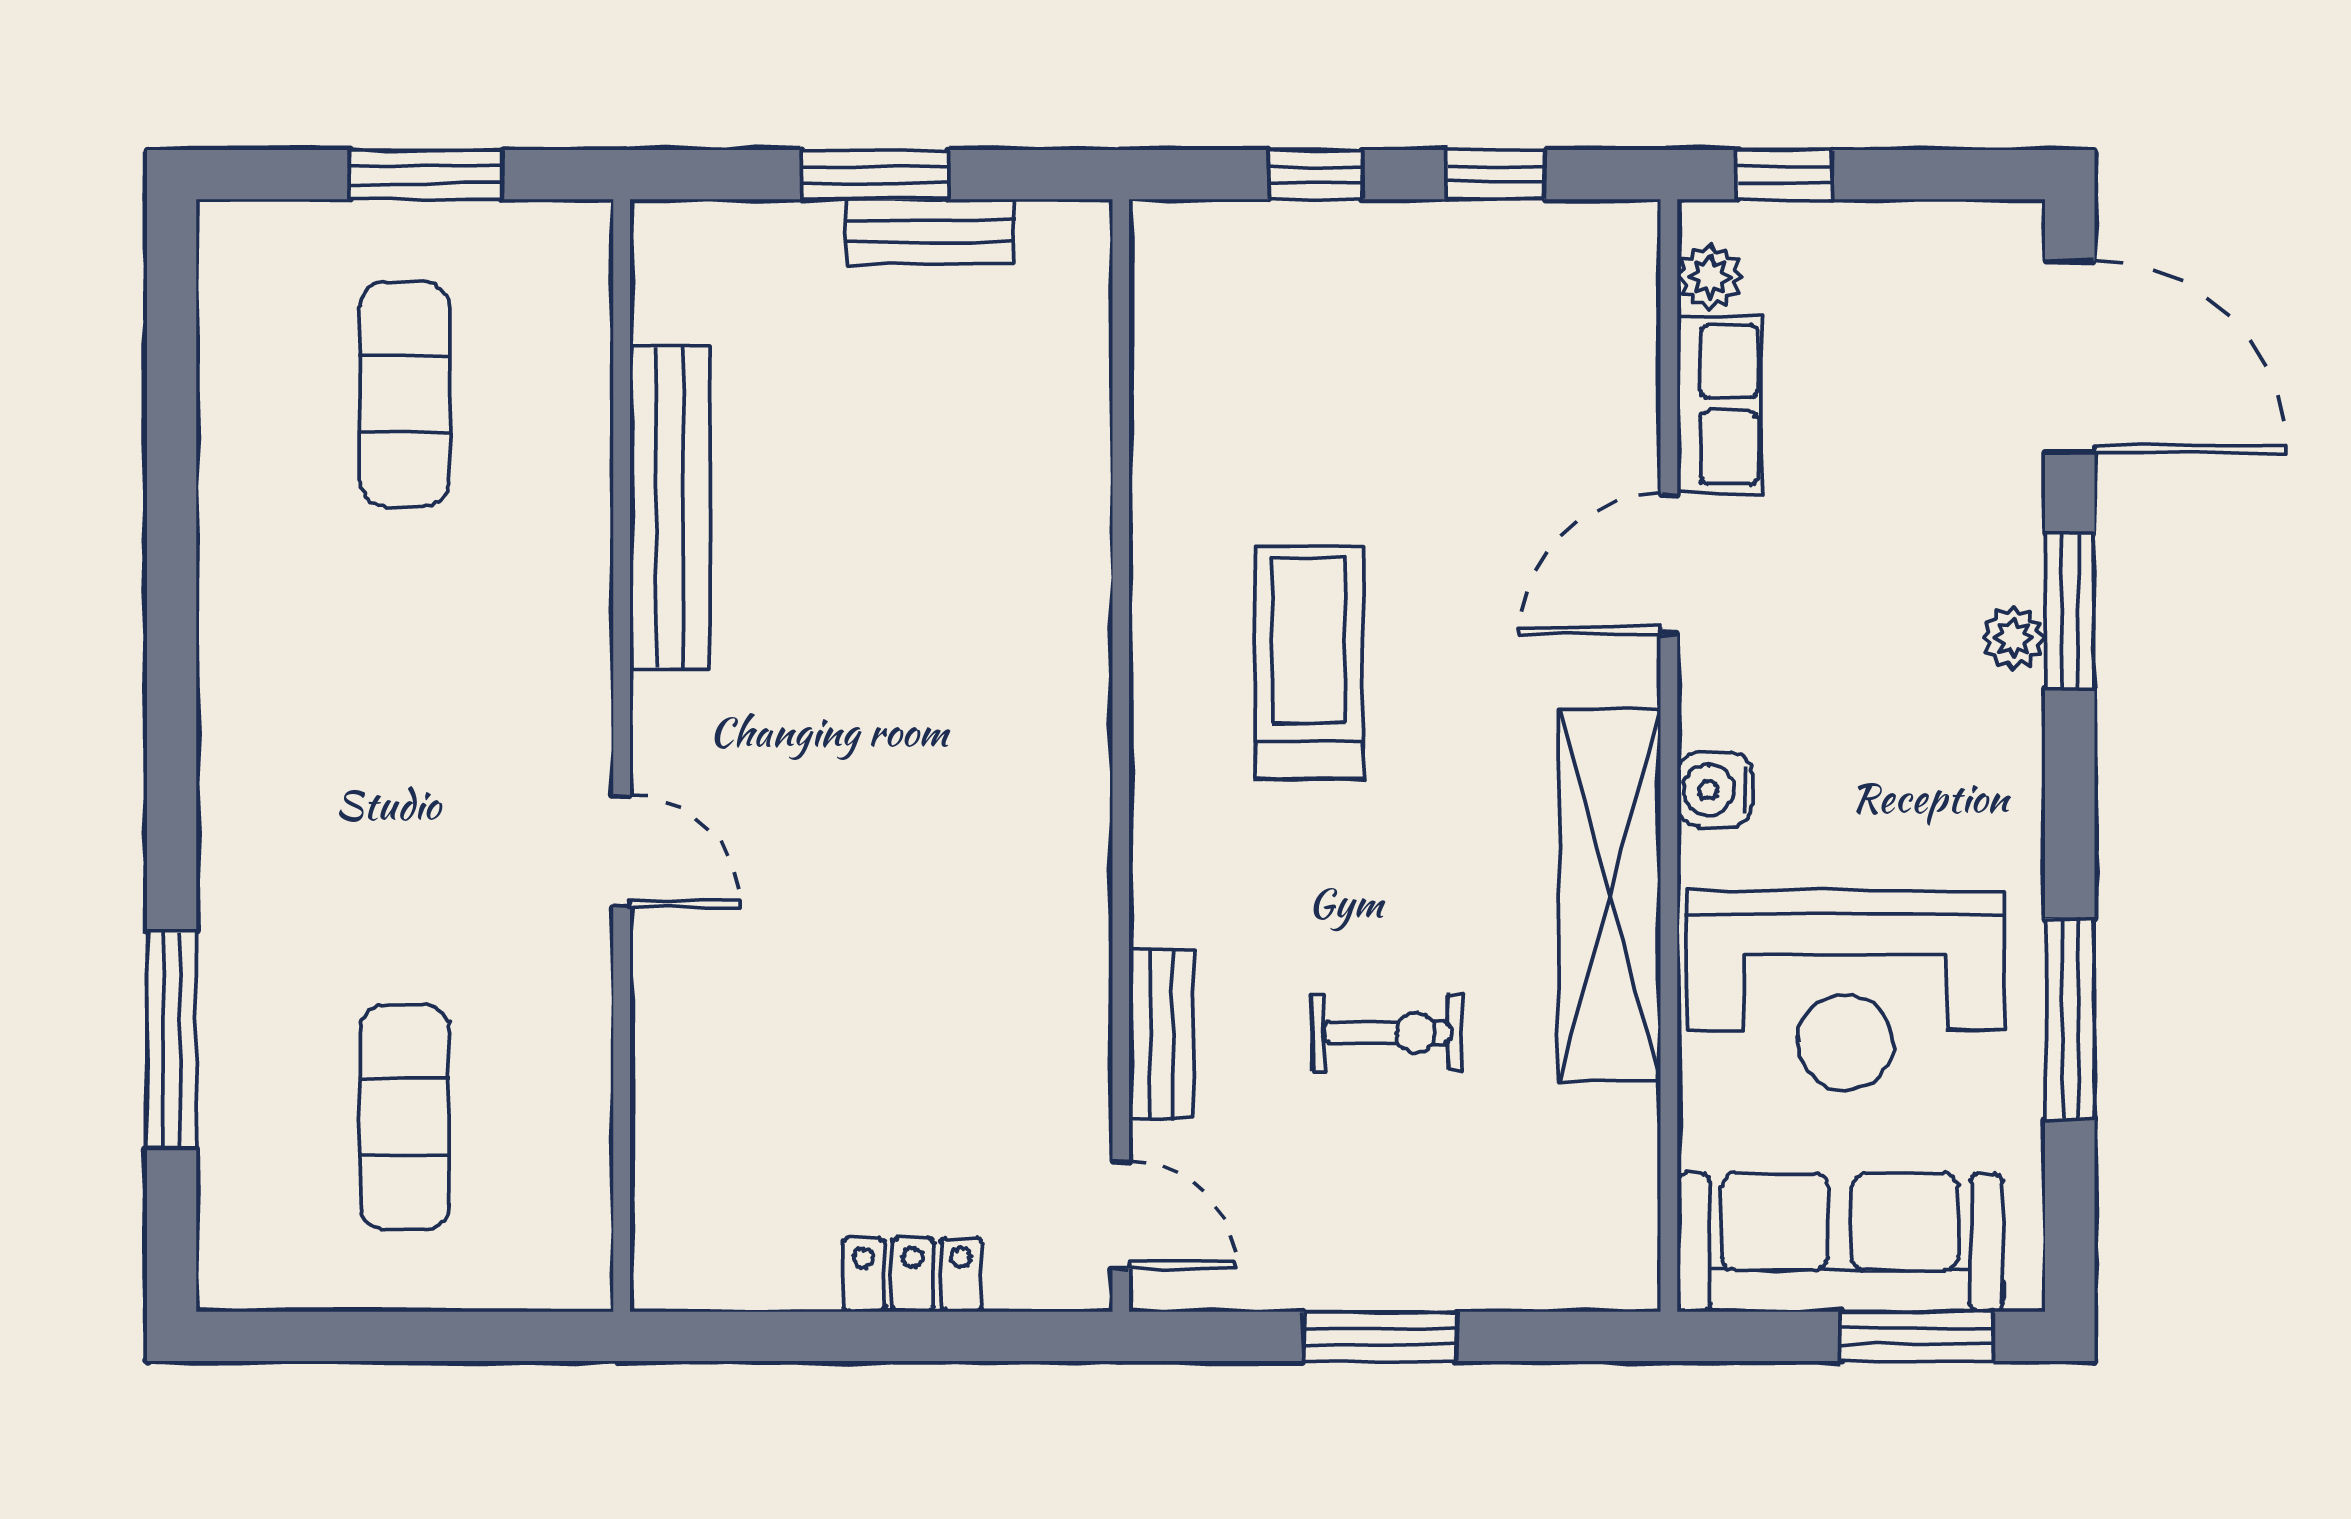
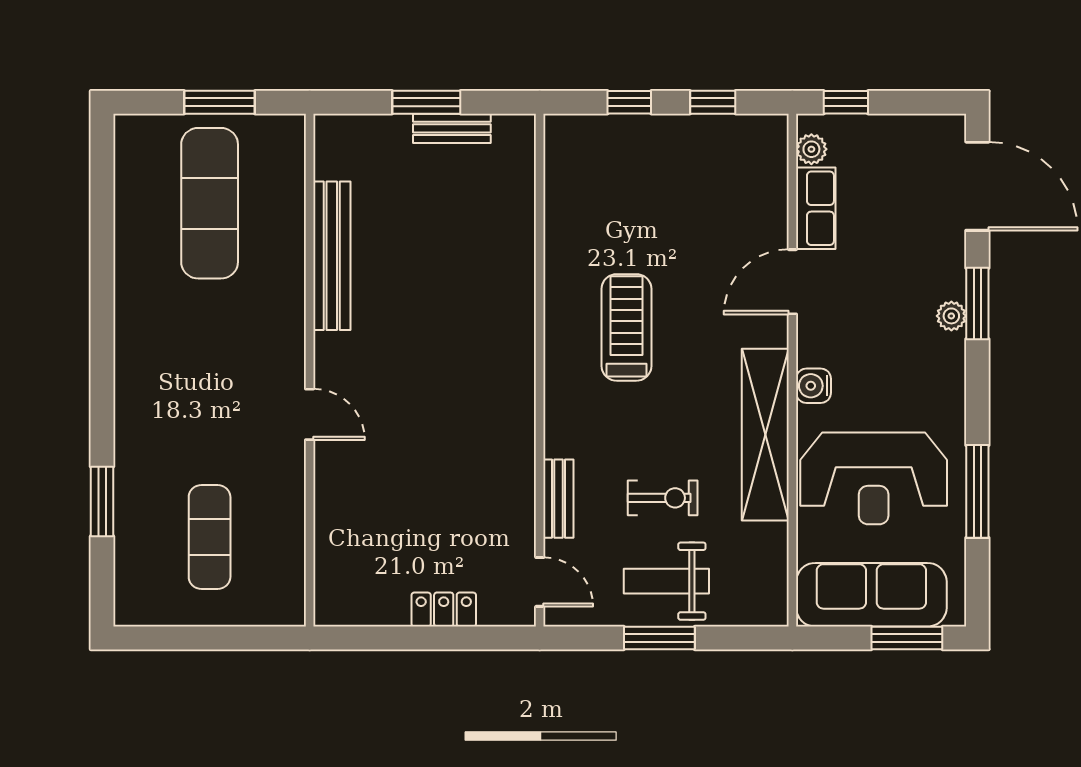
exercise mat: (405, 394) -> (210, 203), width x1.36, depth x1.45
window: (172, 1040) -> (102, 501), width x0.69
weight bench: (1396, 1213) -> (666, 581), added

